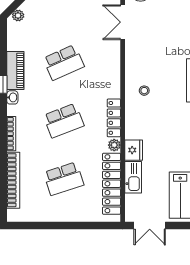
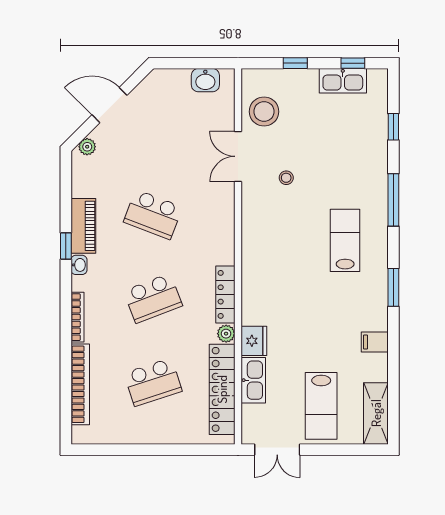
school desk: (64, 62) -> (153, 214), turned 45
stool: (144, 91) -> (286, 178), moved

